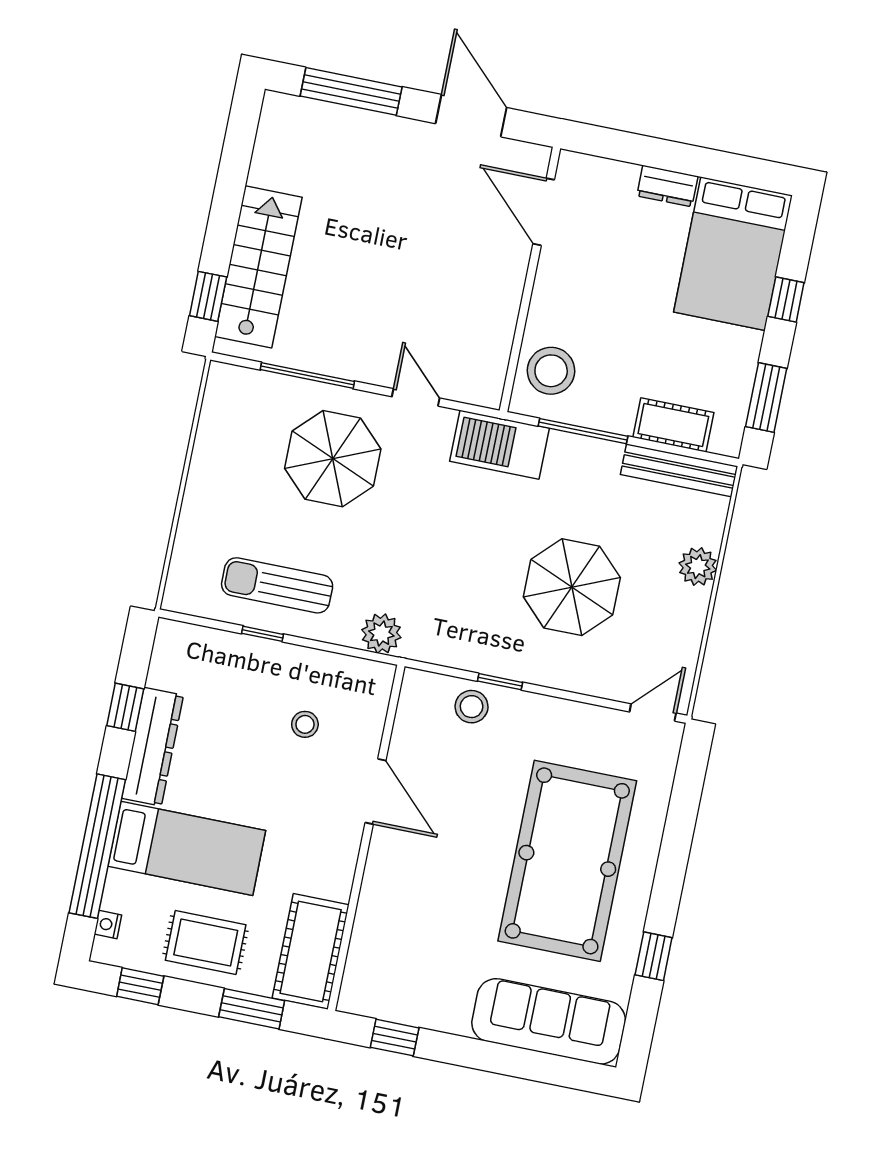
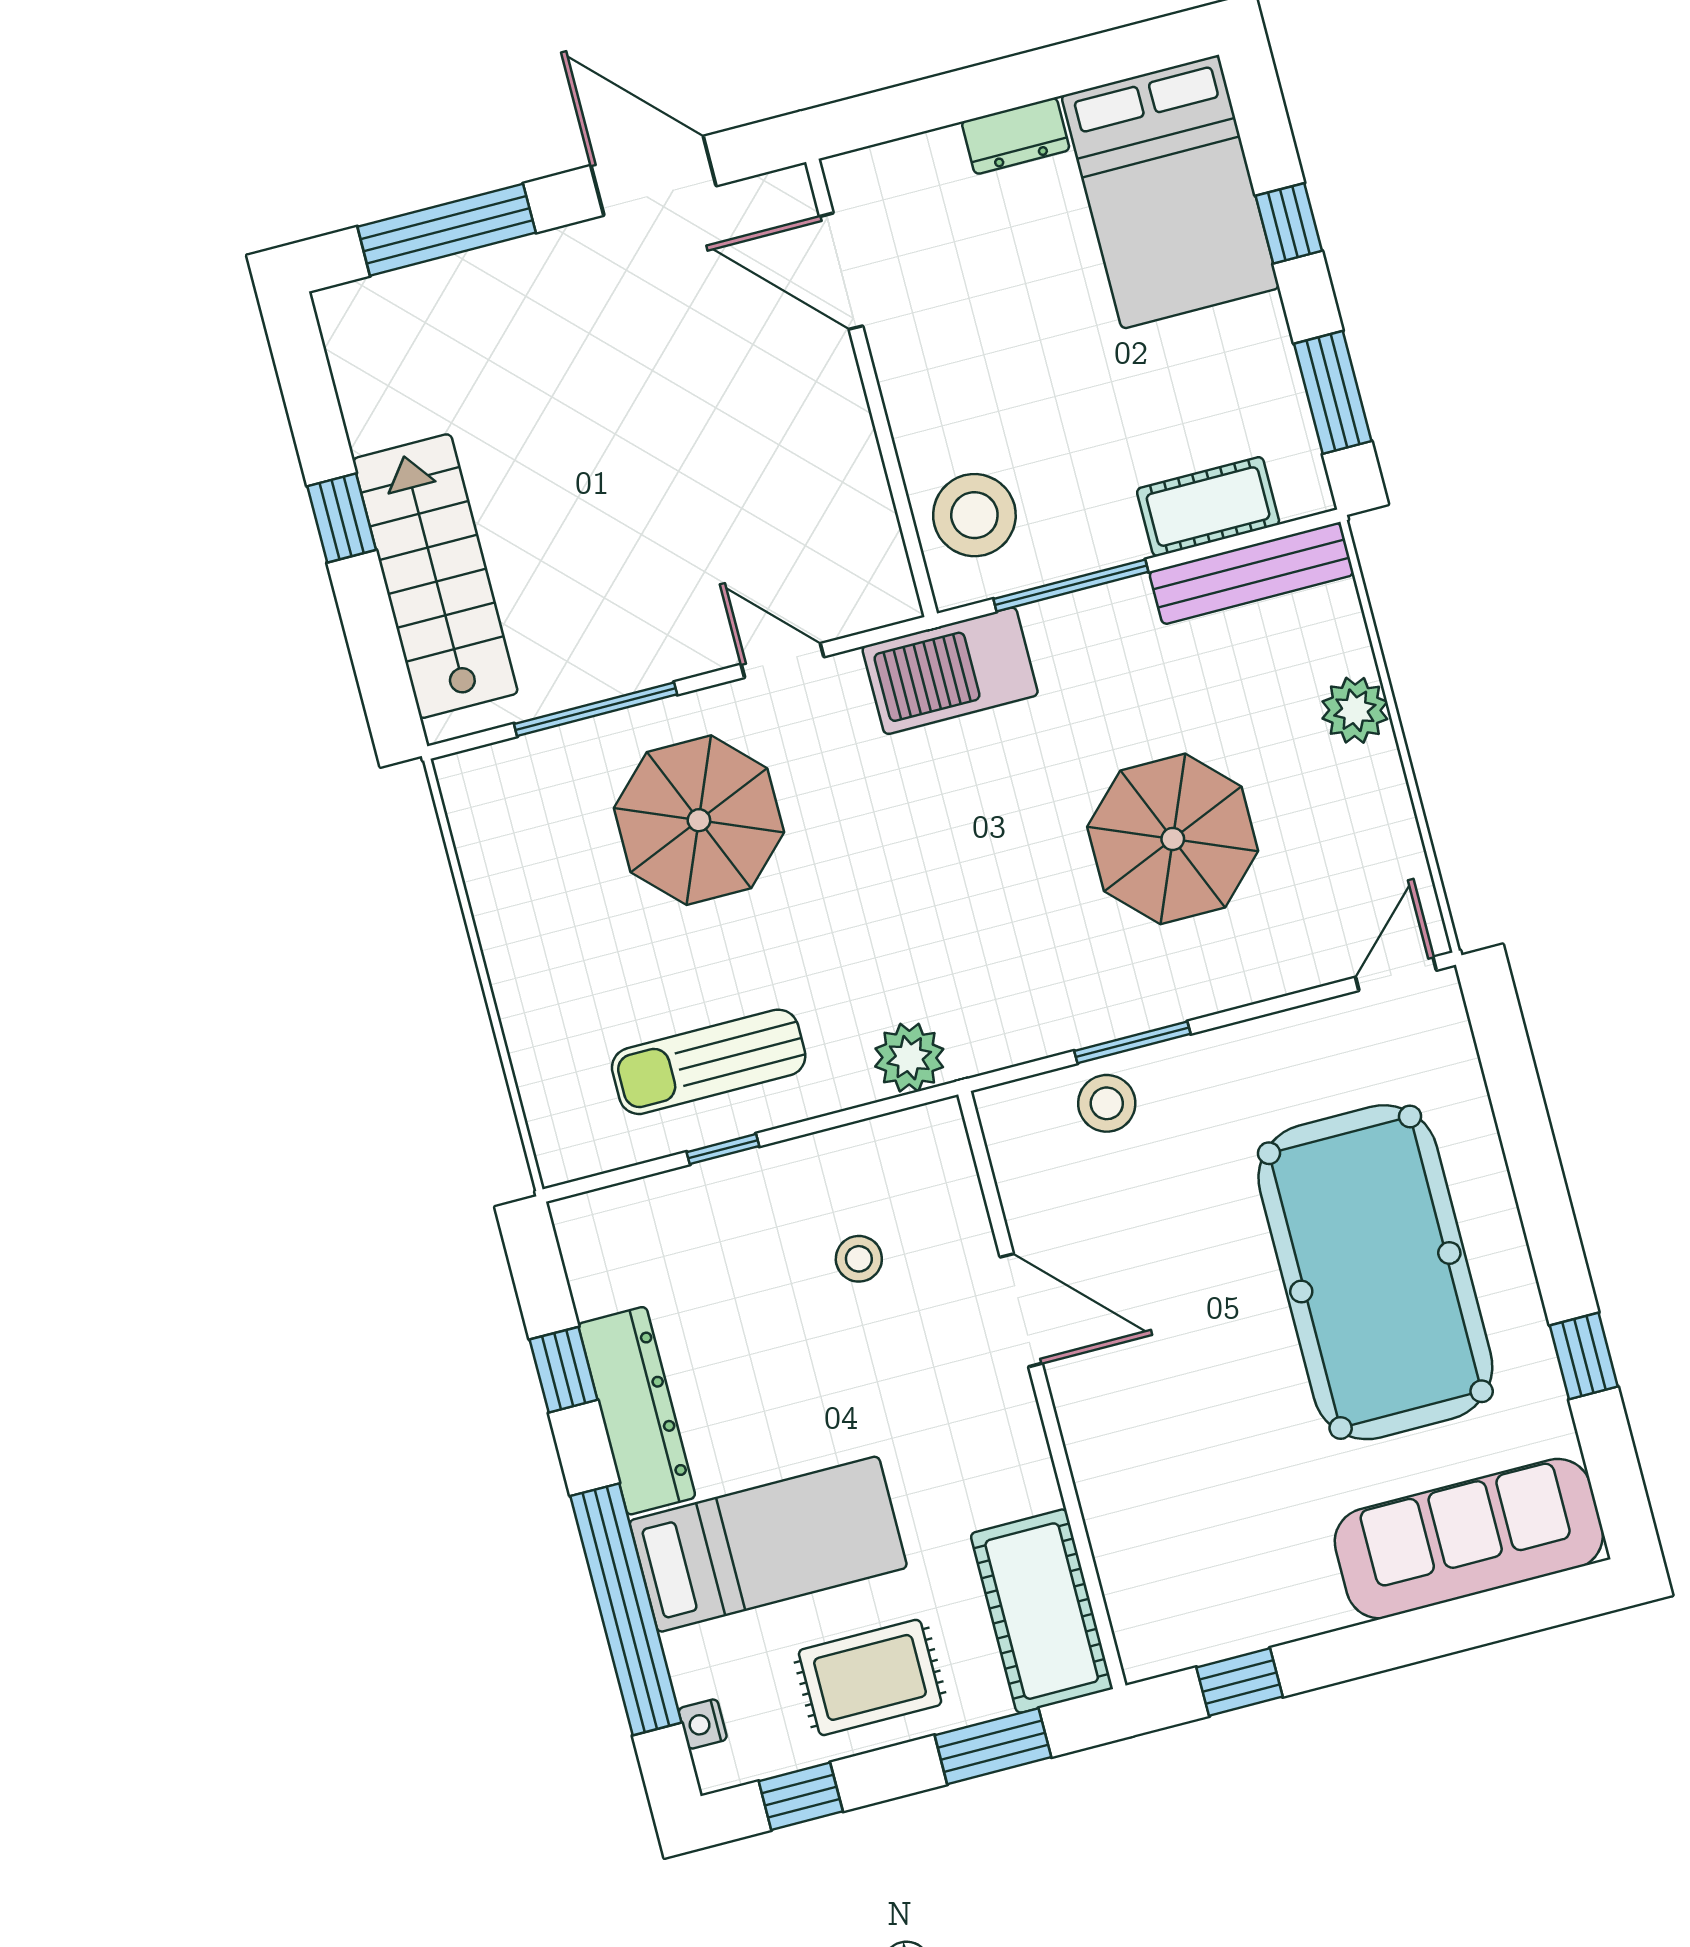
window: (208, 296) -> (342, 518), moved
window: (500, 682) -> (1132, 1042), width x1.50

